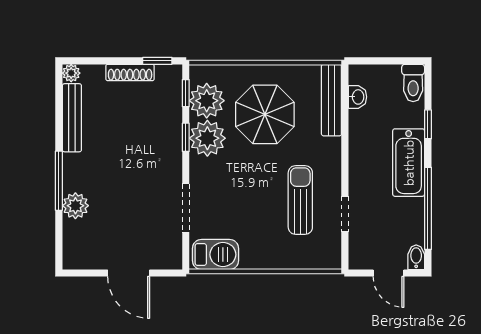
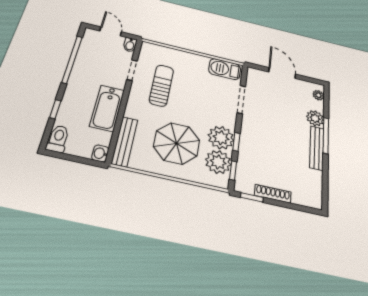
plant: (71, 73) -> (318, 95), moved
washbasin: (358, 97) -> (100, 153), moved
bench: (72, 118) -> (317, 148), moved
bathtub: (409, 163) -> (107, 108), moved, turned 180
sun lounger: (300, 200) -> (162, 85), turned 180
bidet: (416, 257) -> (130, 45), moved

